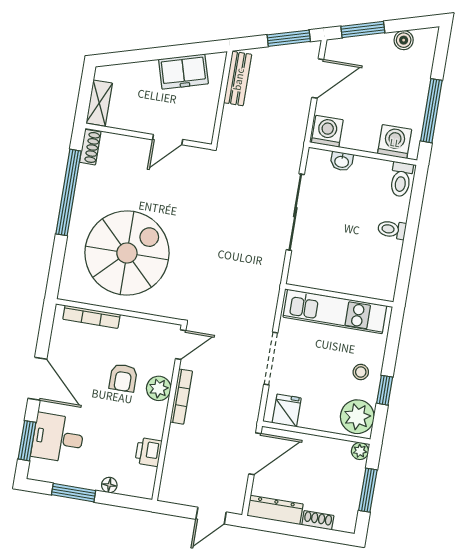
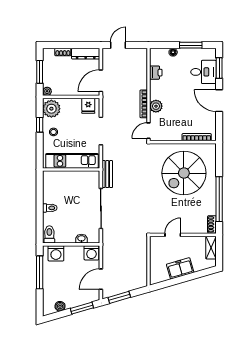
freezer: (183, 72) -> (180, 268), moved
bench: (238, 79) -> (107, 174), moved
armchair: (123, 378) -> (175, 108), removed

